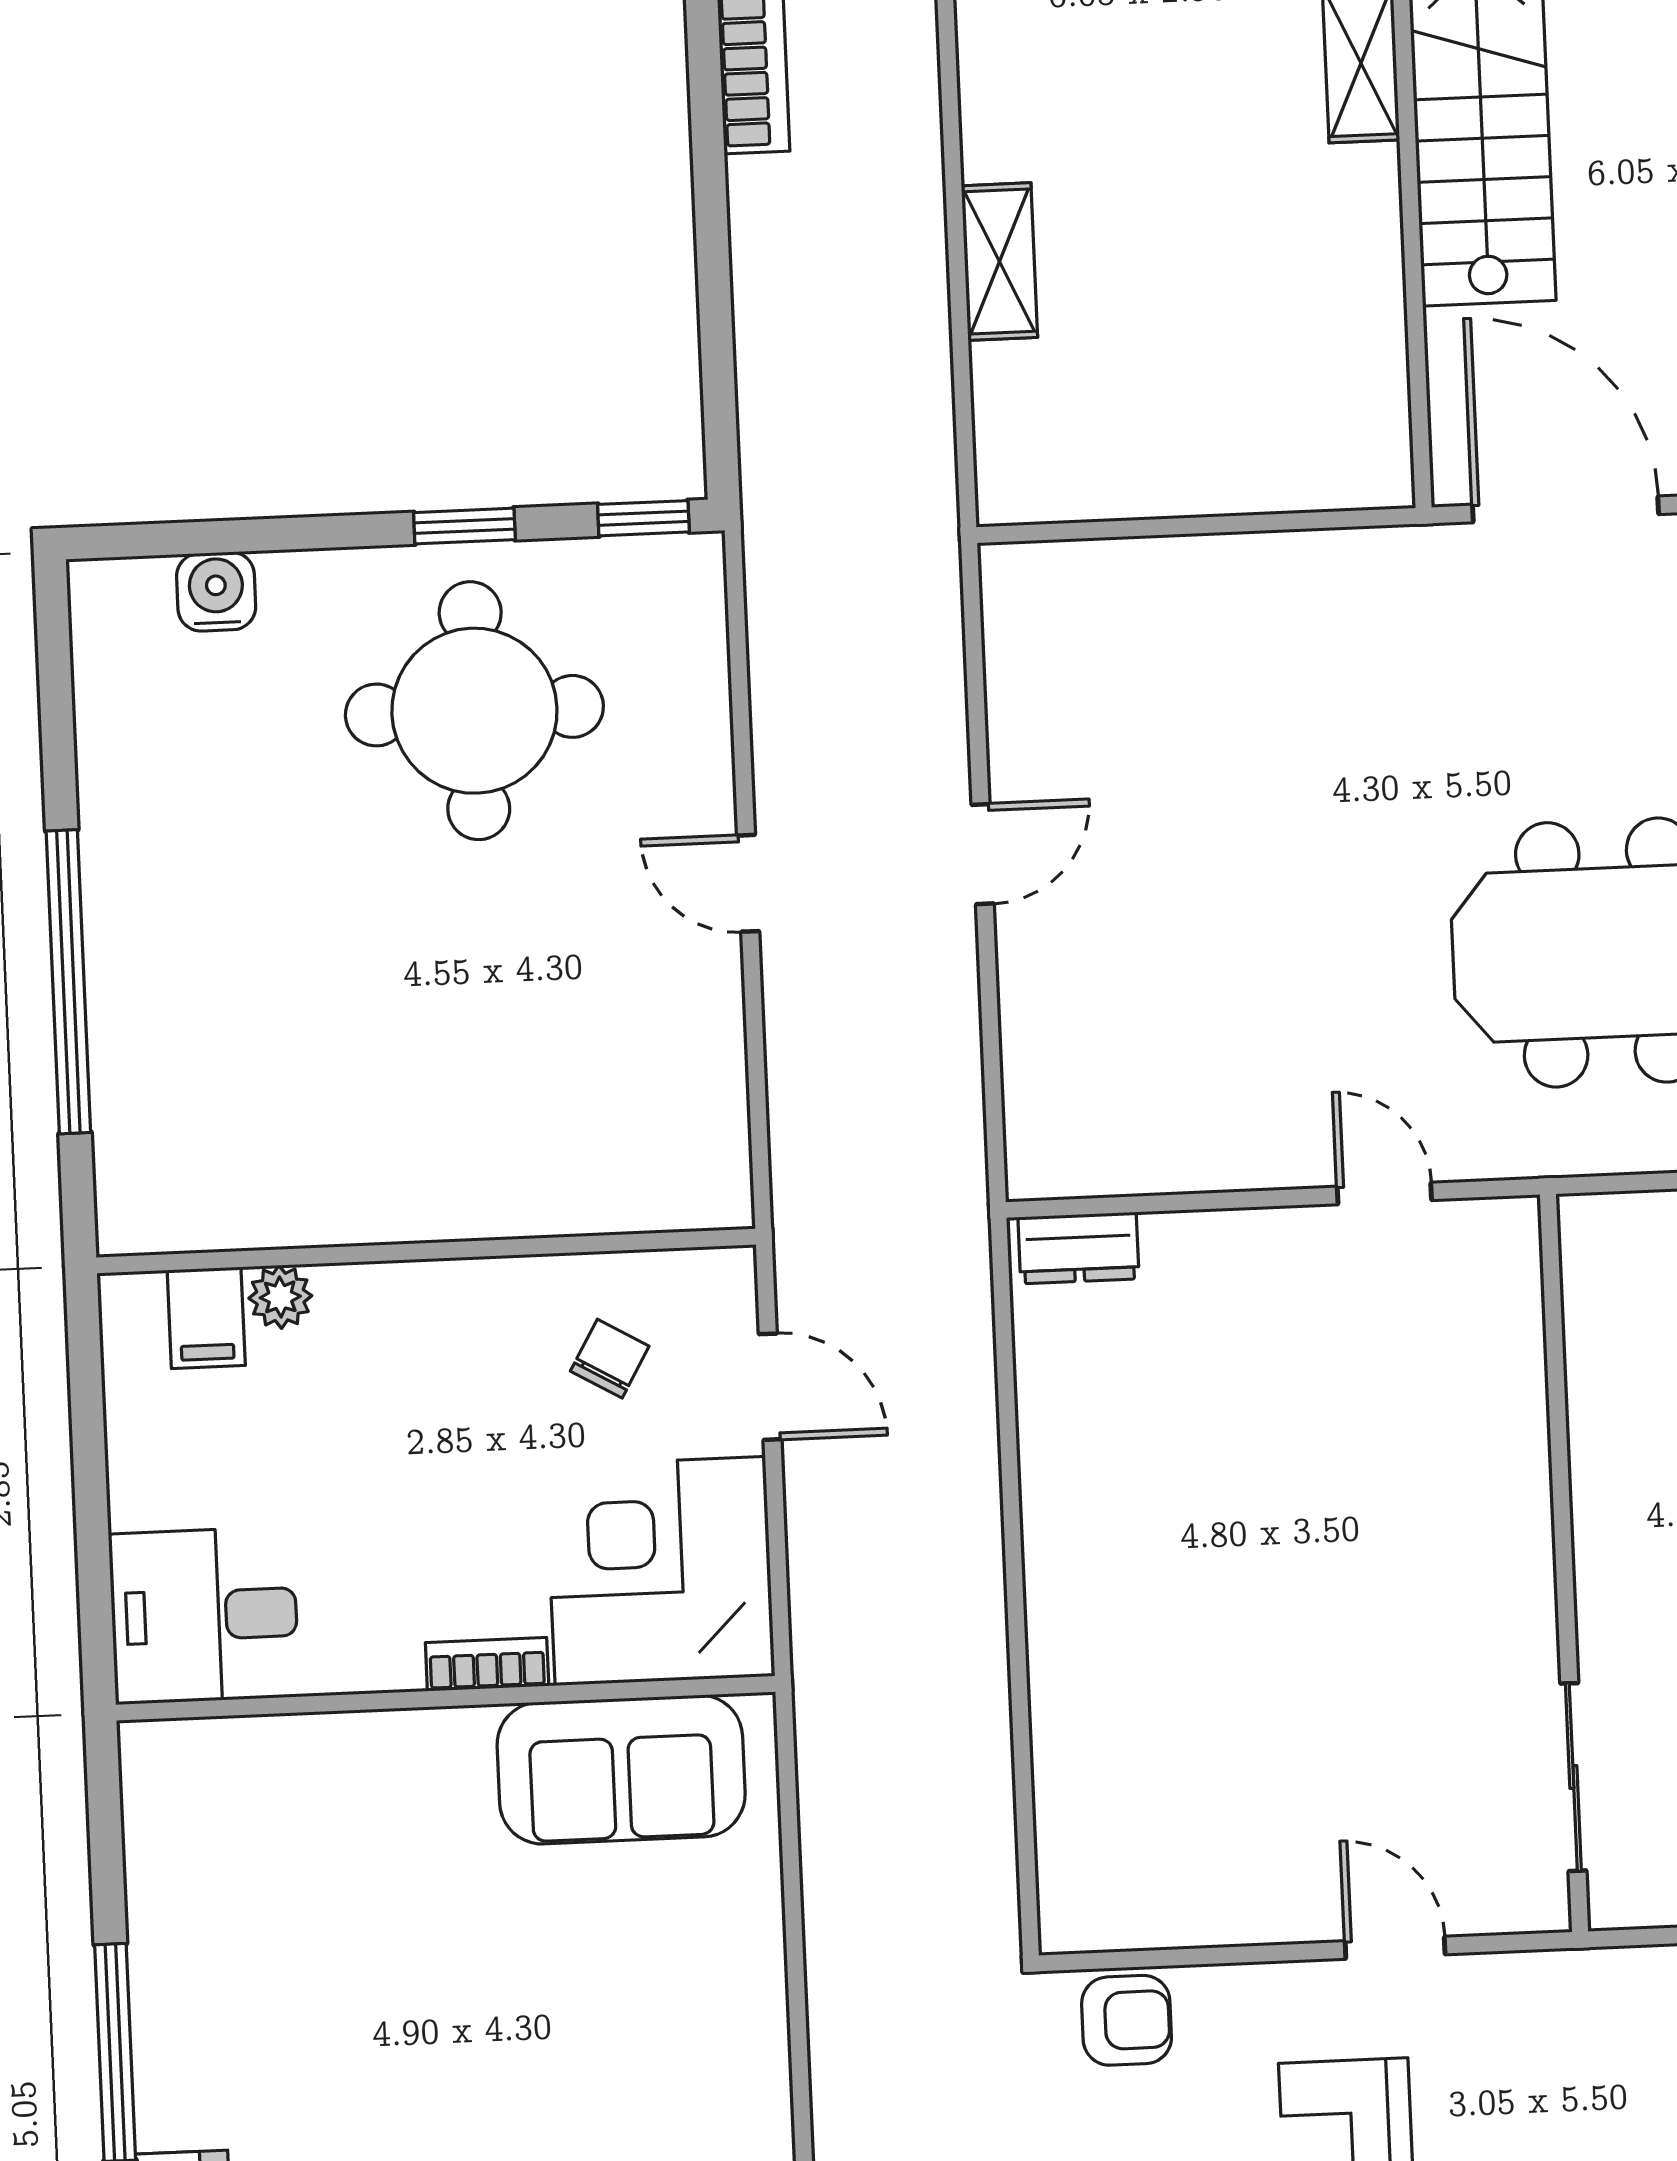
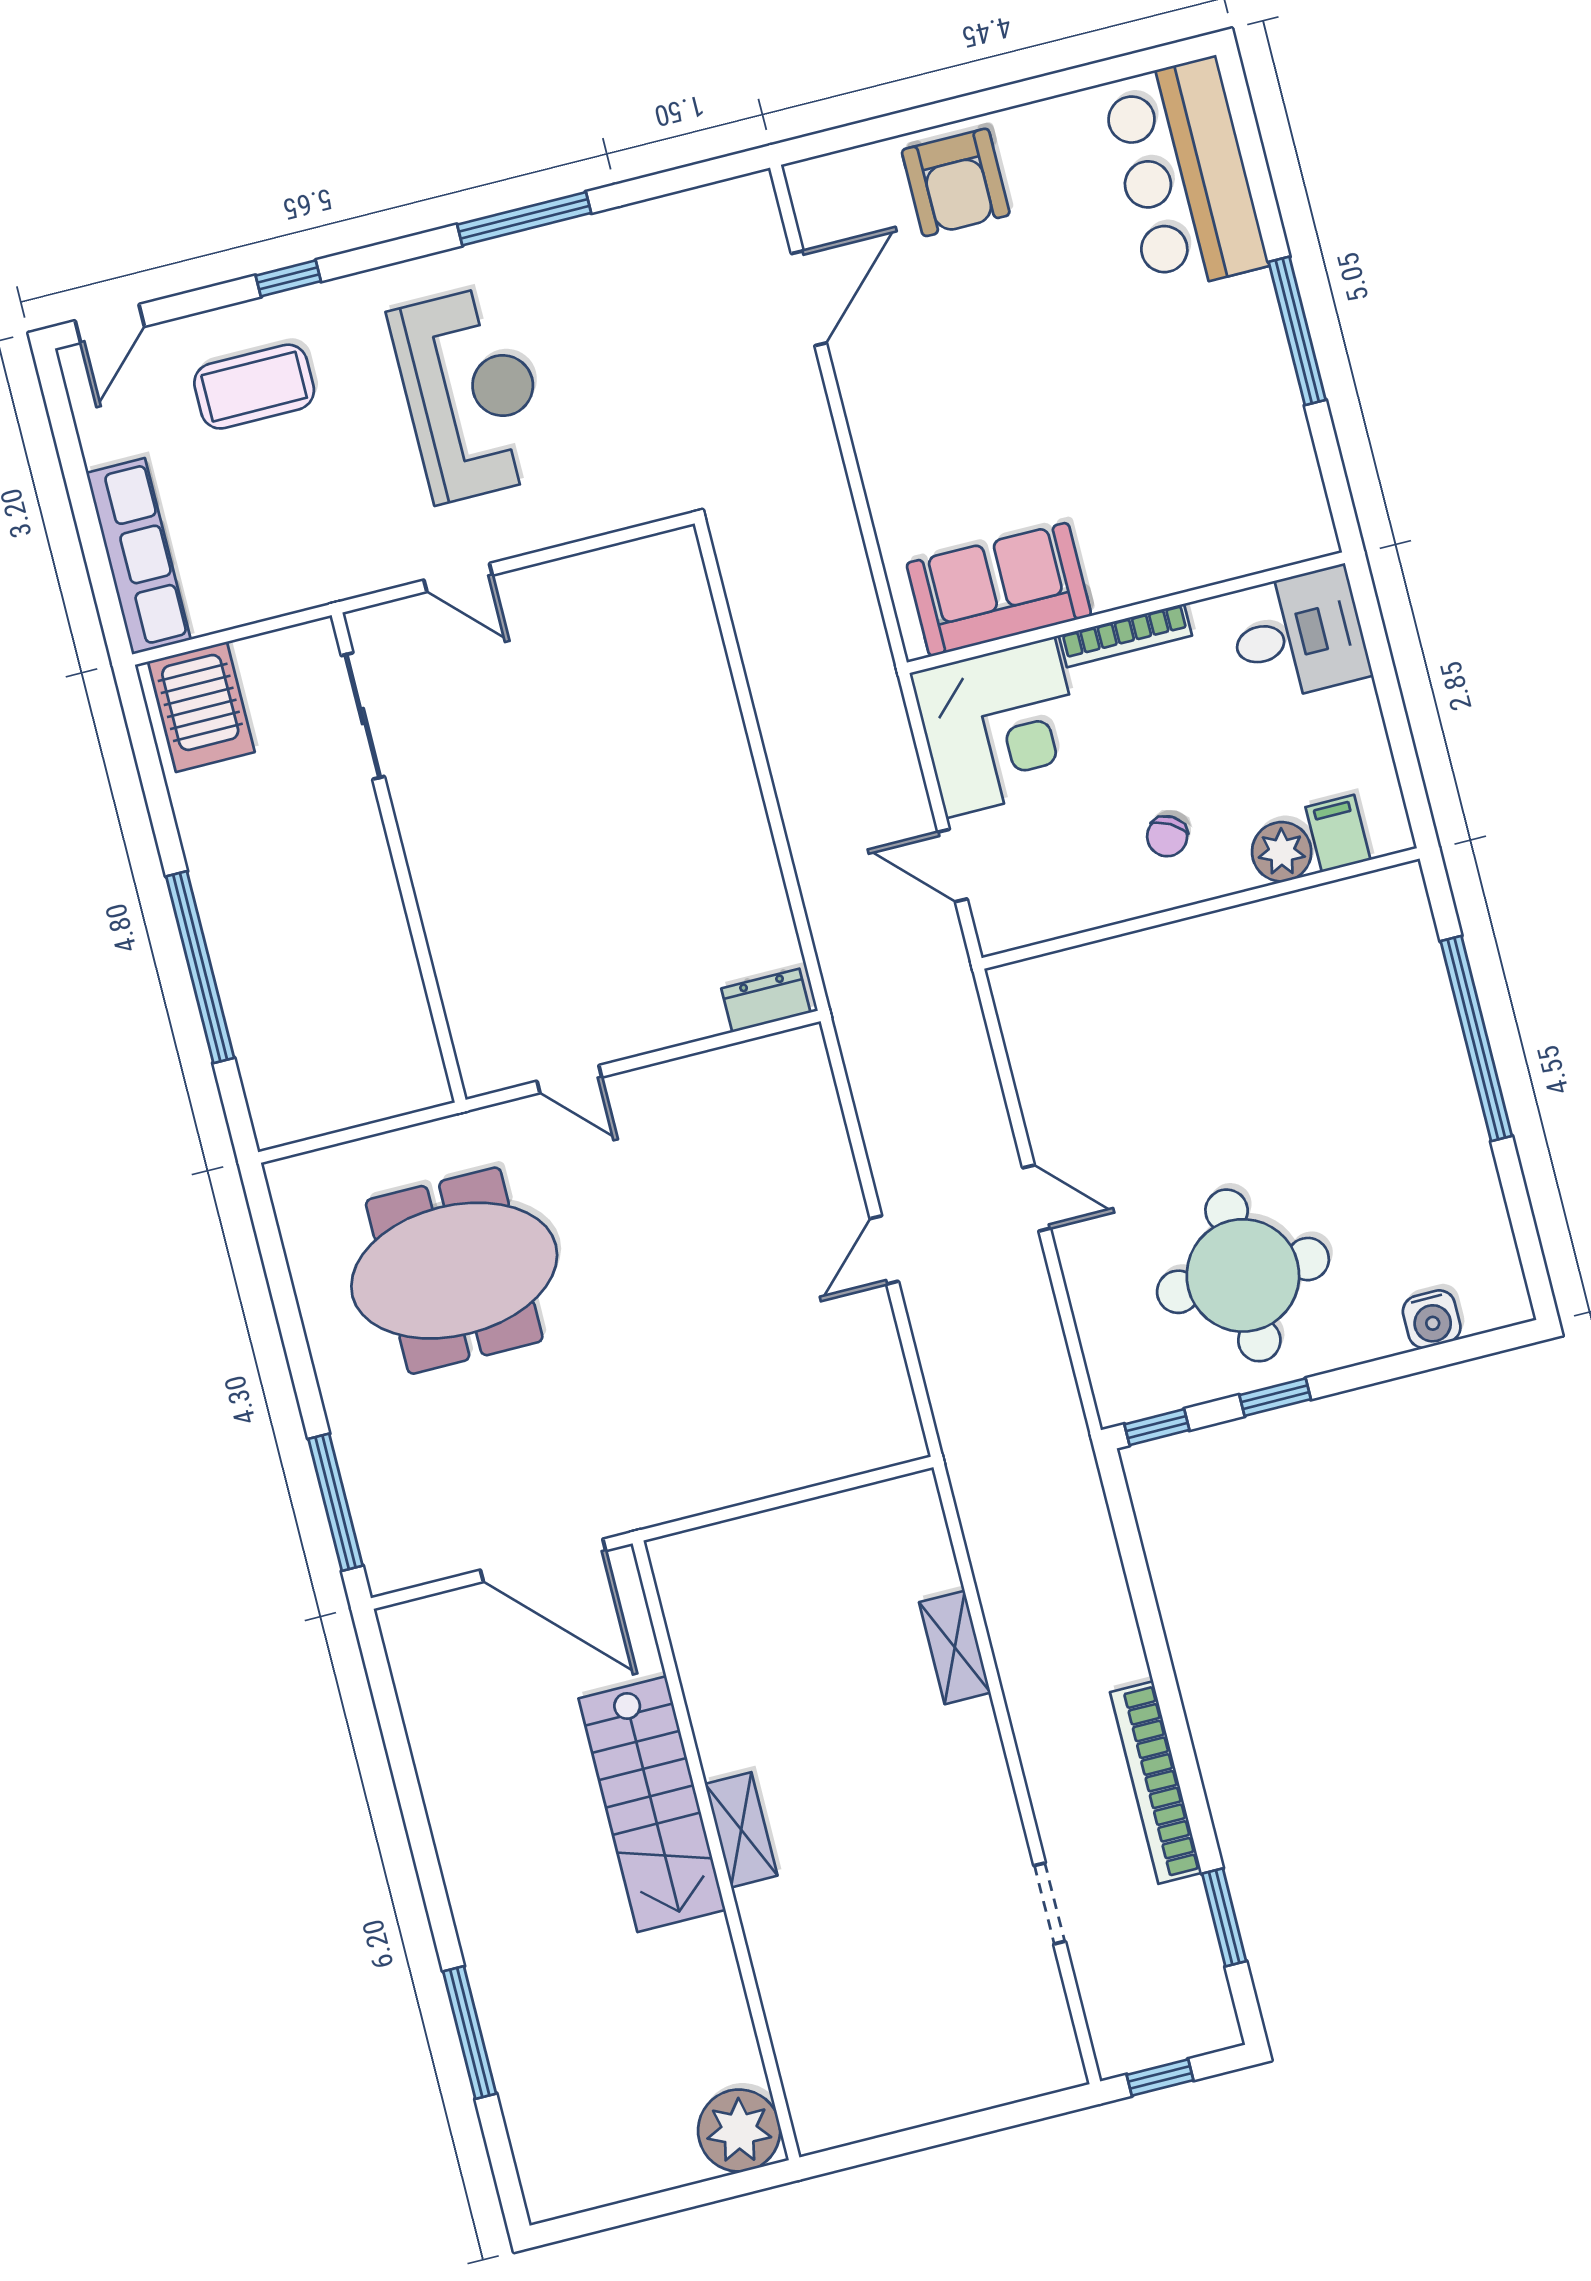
plant: (280, 1297) -> (1282, 852), width x1.38, depth x1.38
chair: (610, 1359) -> (1167, 836), moved
bookcase: (487, 1664) -> (1125, 635), width x1.56
armchair: (1127, 2020) -> (627, 492), removed

